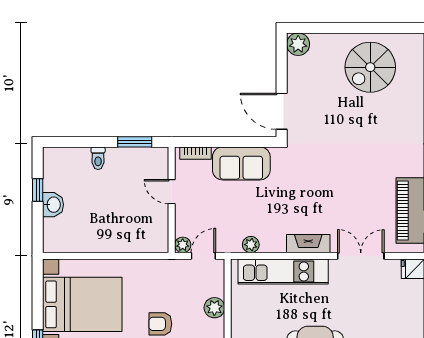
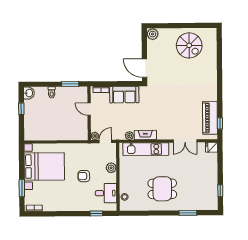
spiral stairs: (370, 67) -> (189, 45), turned -90
washbasin: (53, 205) -> (29, 93), moved
fireplace: (308, 244) -> (145, 135), moved
double door: (361, 256) -> (185, 141), swing flipped

